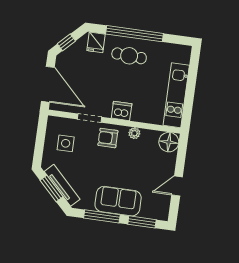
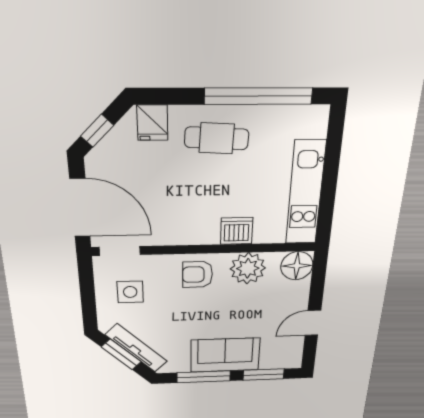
window: (135, 34) -> (258, 96), moved
dishwasher: (122, 111) -> (237, 231), moved
doorway: (90, 118) -> (120, 251), moved
plant: (134, 133) -> (248, 268), width x1.88, depth x1.88

